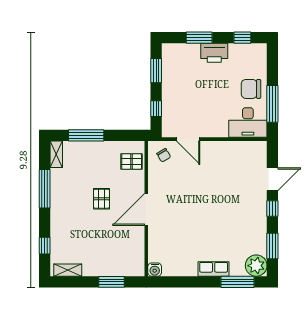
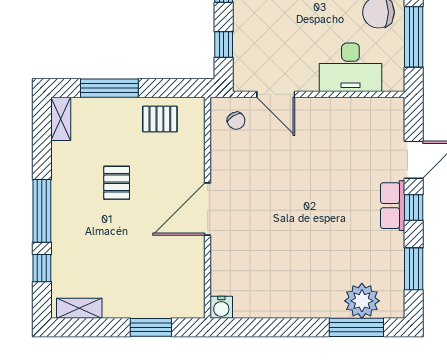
desk: (248, 123) -> (350, 67), moved
pallet: (132, 161) -> (160, 119), moved
window: (45, 189) -> (42, 211), moved
pallet: (101, 199) -> (117, 183), moved
plant: (256, 266) -> (362, 301), moved
row of seats: (214, 269) -> (393, 206), moved, turned -90

